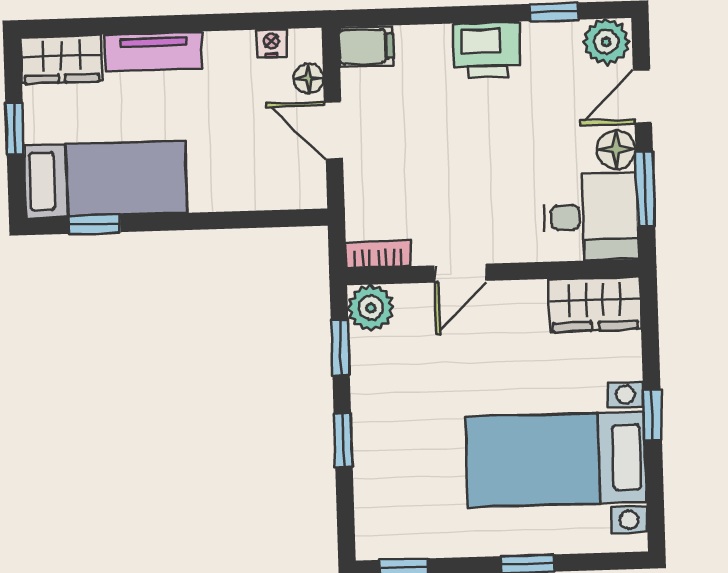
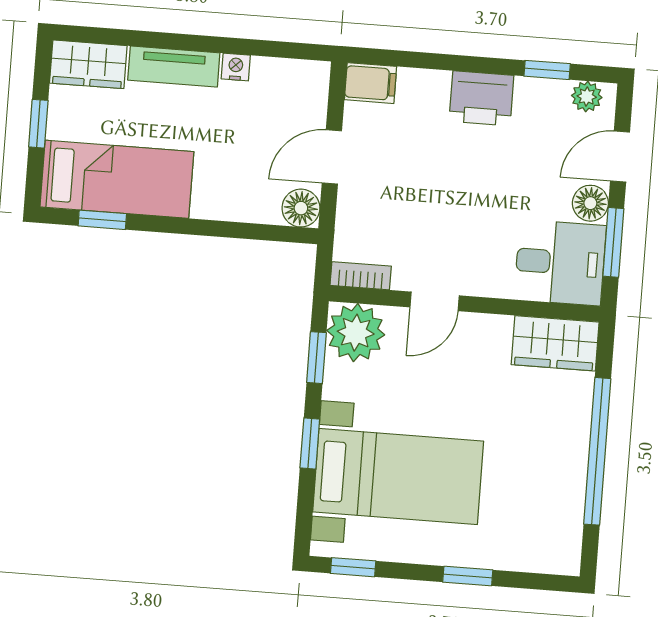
plant: (606, 42) -> (587, 97), width x0.73, depth x0.73
nightstand: (272, 43) -> (236, 67), moved
floor lamp: (308, 78) -> (301, 208), moved, width x1.37, depth x1.37
door: (333, 130) -> (332, 157), hinge flipped
plant: (371, 308) -> (356, 333), width x1.36, depth x1.36
window: (652, 415) -> (597, 451), width x3.17
bed with nightstands: (556, 459) -> (398, 477), moved, turned 180

